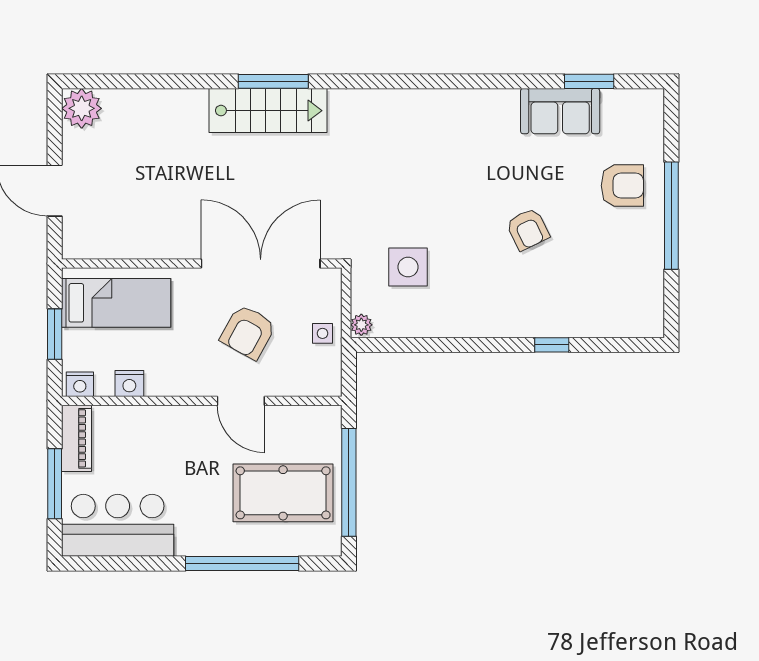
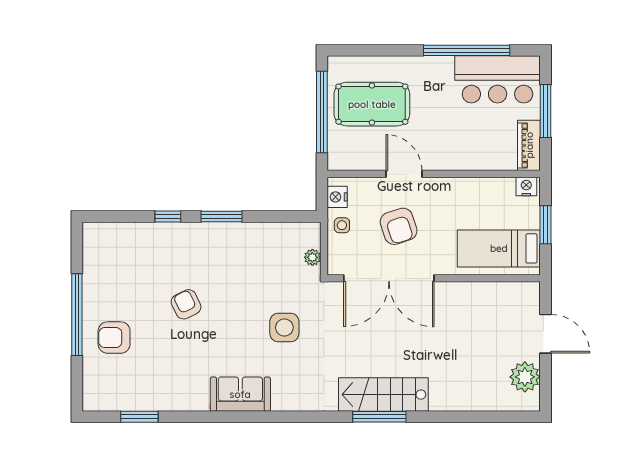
plant: (82, 108) -> (525, 377), moved
sofa: (560, 111) -> (240, 394), moved
side table: (408, 267) -> (284, 327), moved
plant: (361, 325) -> (312, 257), moved
armchair: (248, 332) -> (399, 226), turned 133
window: (481, 345) -> (222, 217), added
nightstand: (129, 384) -> (337, 197), moved, turned -90
window: (242, 564) -> (467, 50), moved

